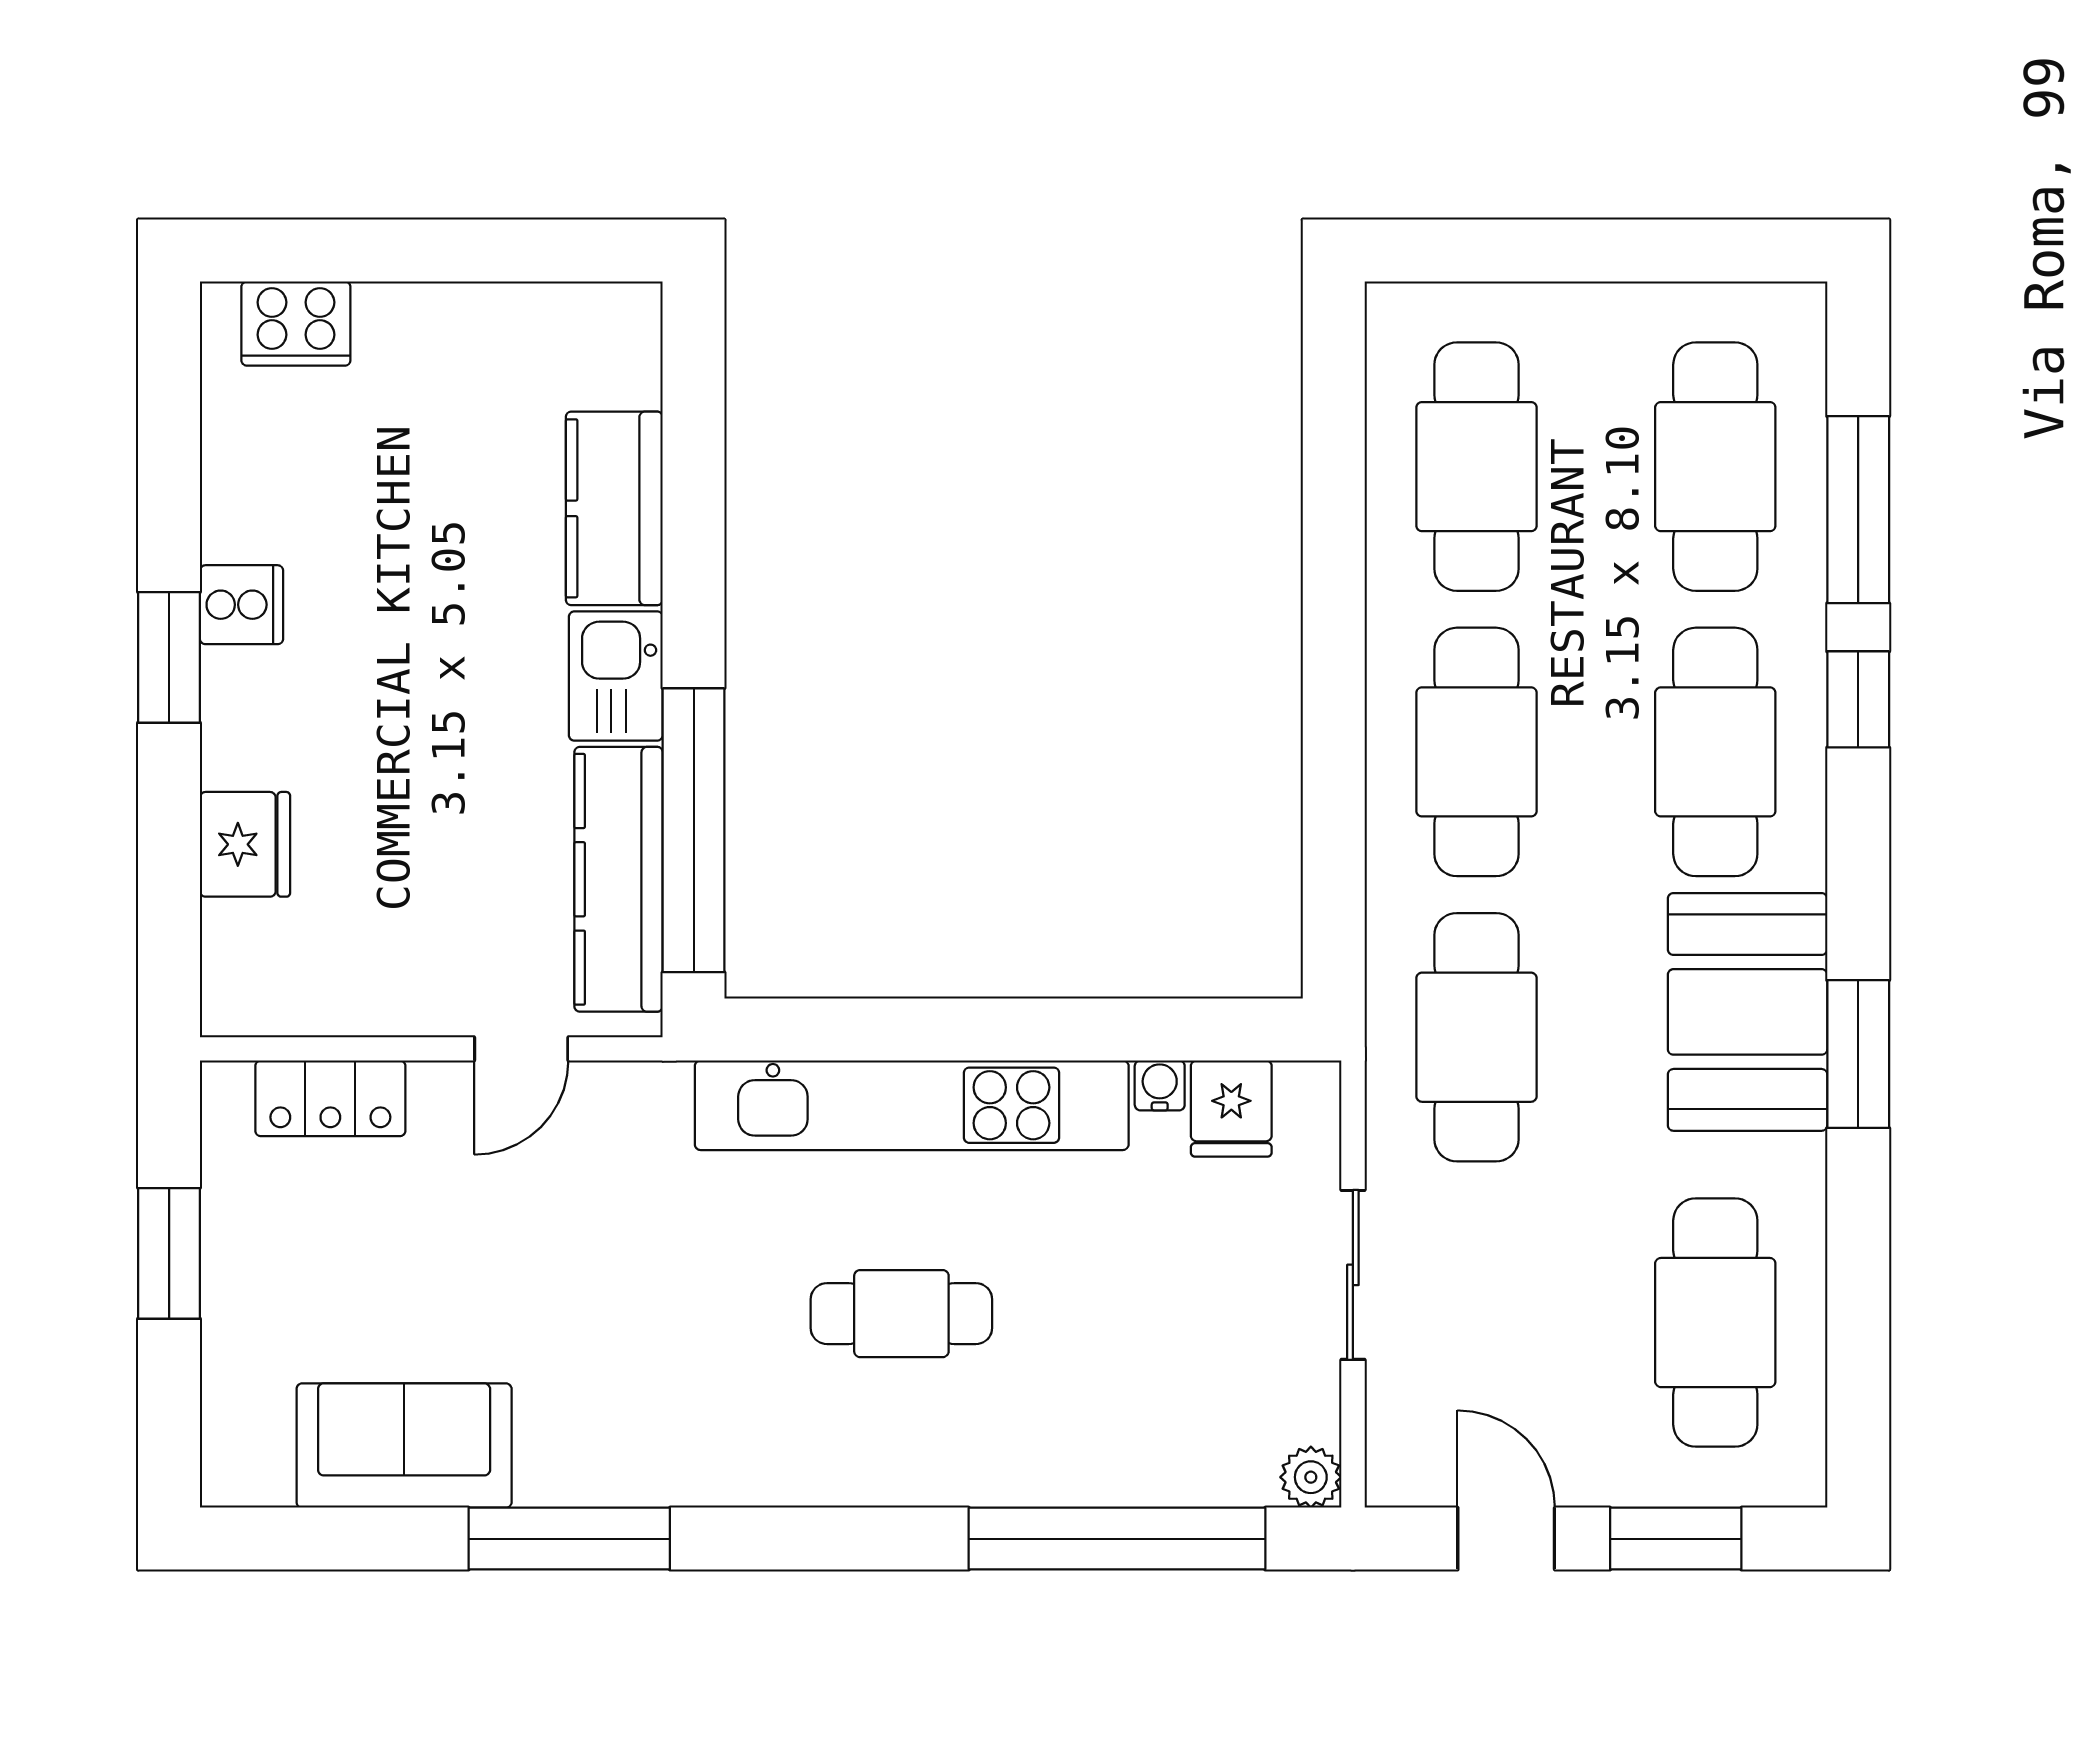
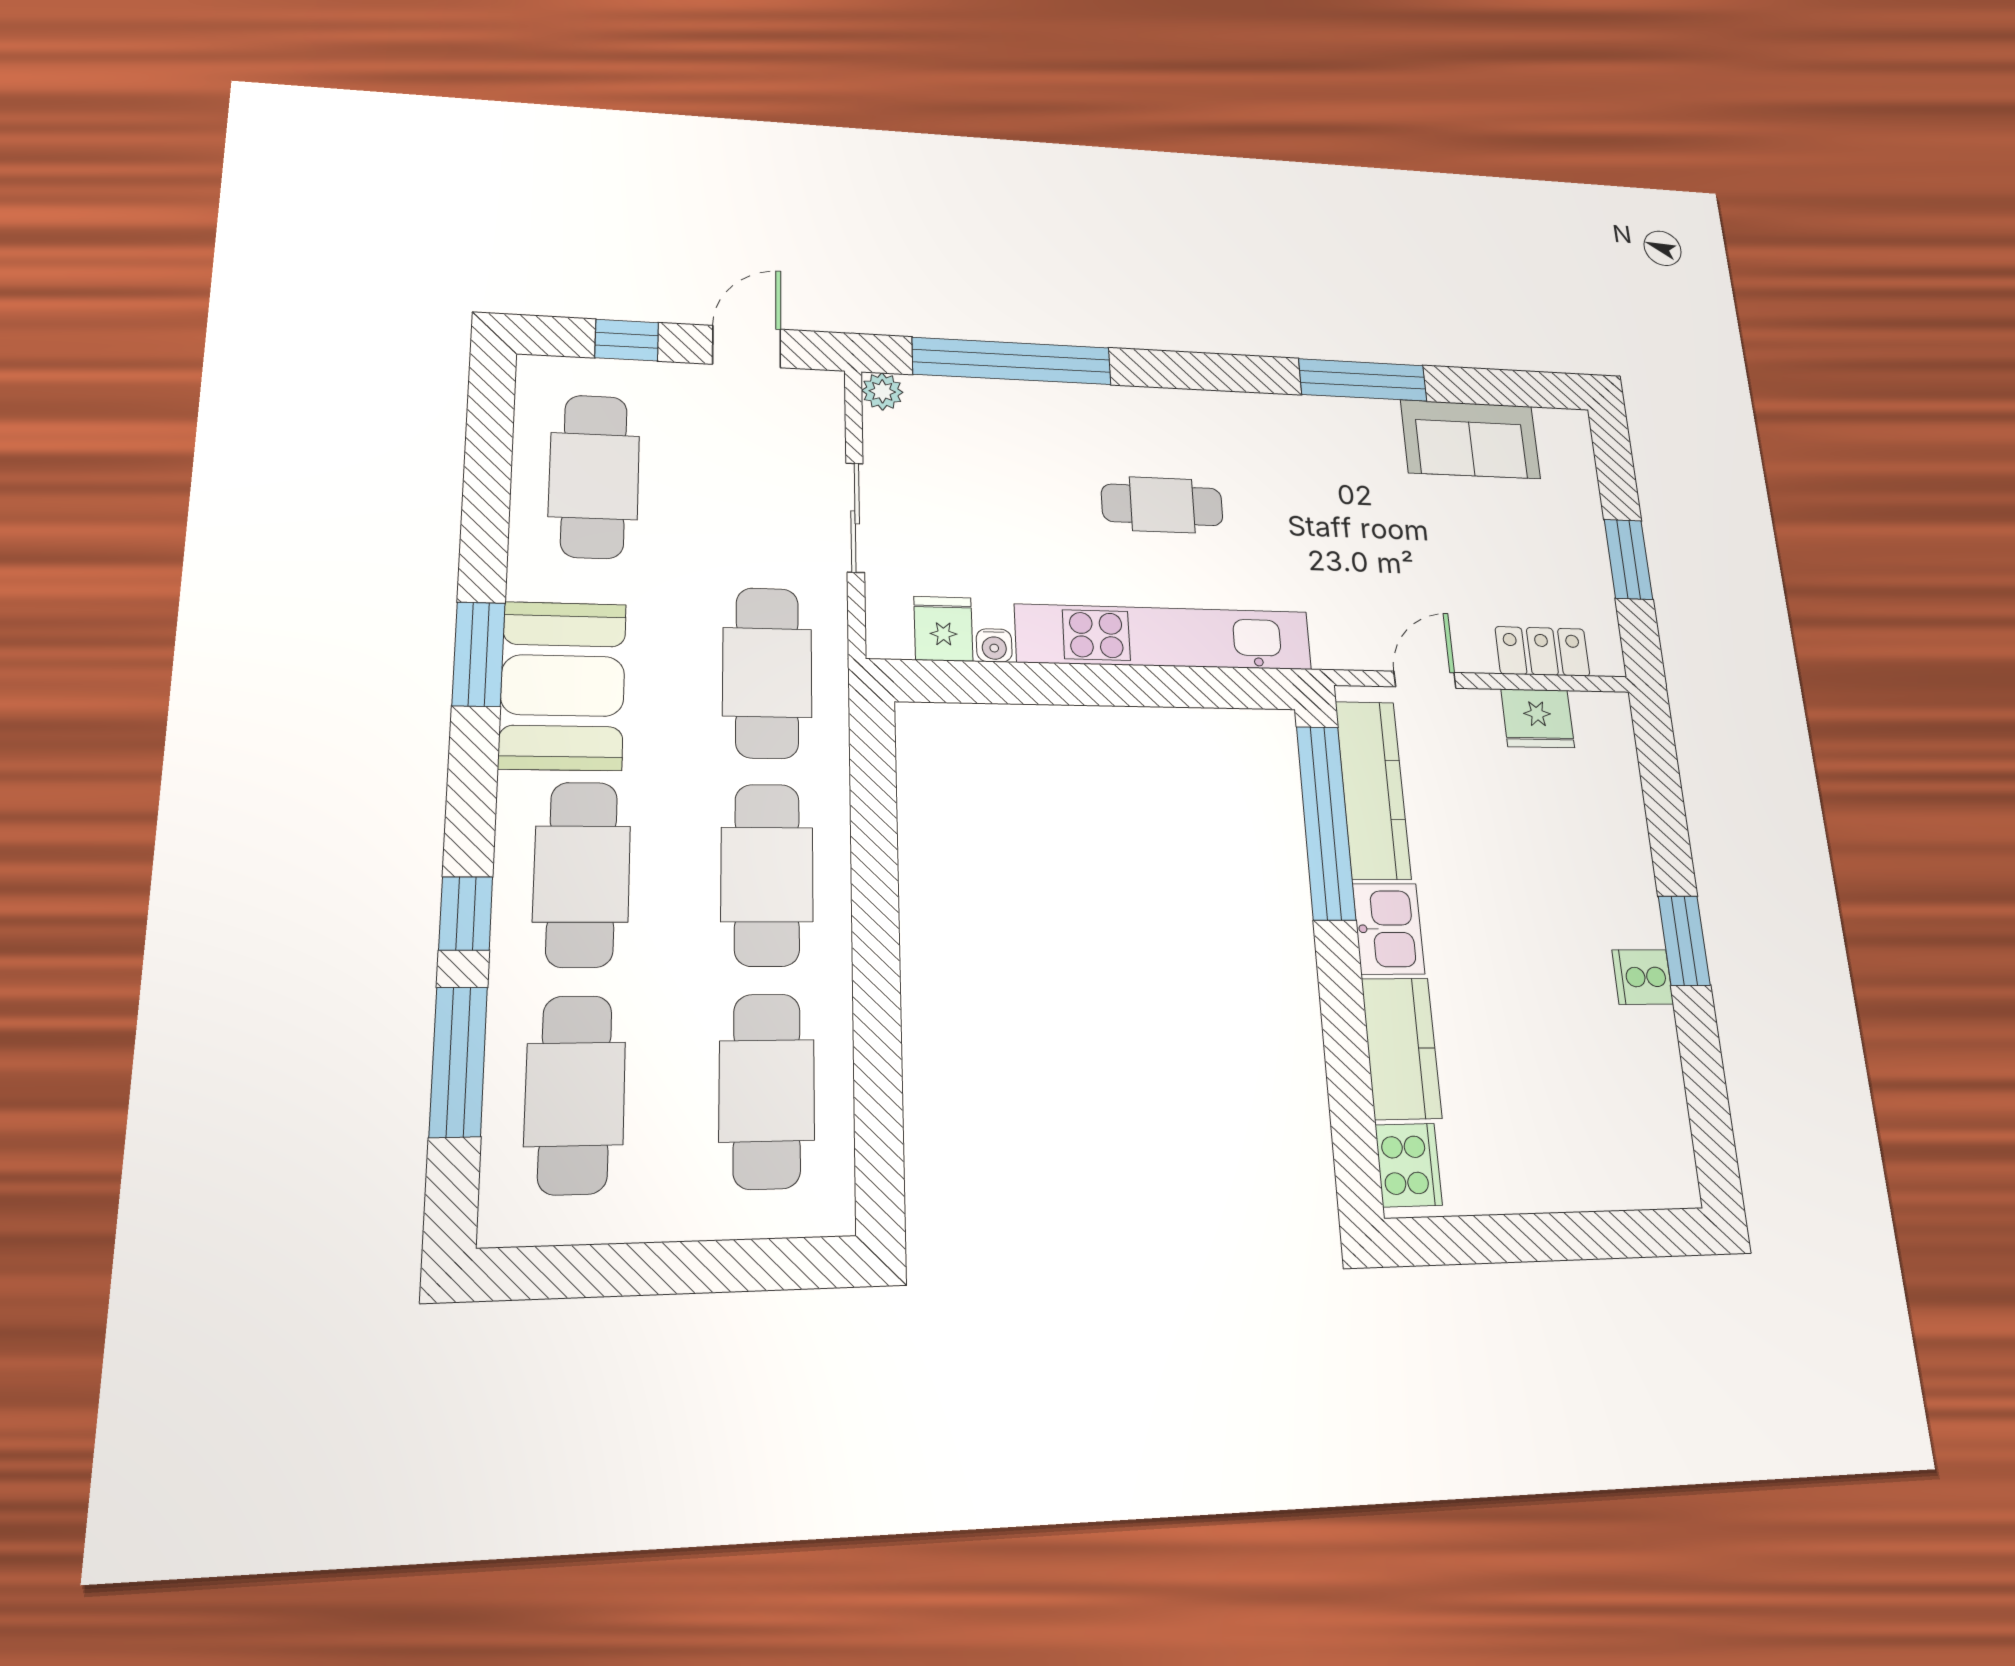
cooker: (296, 324) -> (1409, 1165), moved, turned 90
fridge: (245, 844) -> (1538, 718), moved, turned -90
door: (1506, 1539) -> (747, 347), swing flipped
window: (1676, 1539) -> (627, 340), width x0.67

